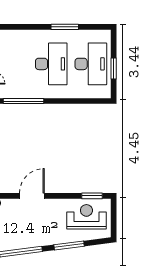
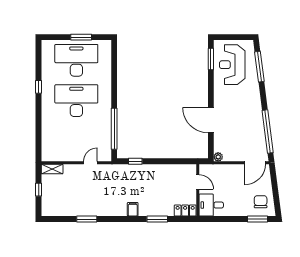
window: (65, 27) -> (39, 87), width x0.46
window: (69, 245) -> (259, 67), moved

